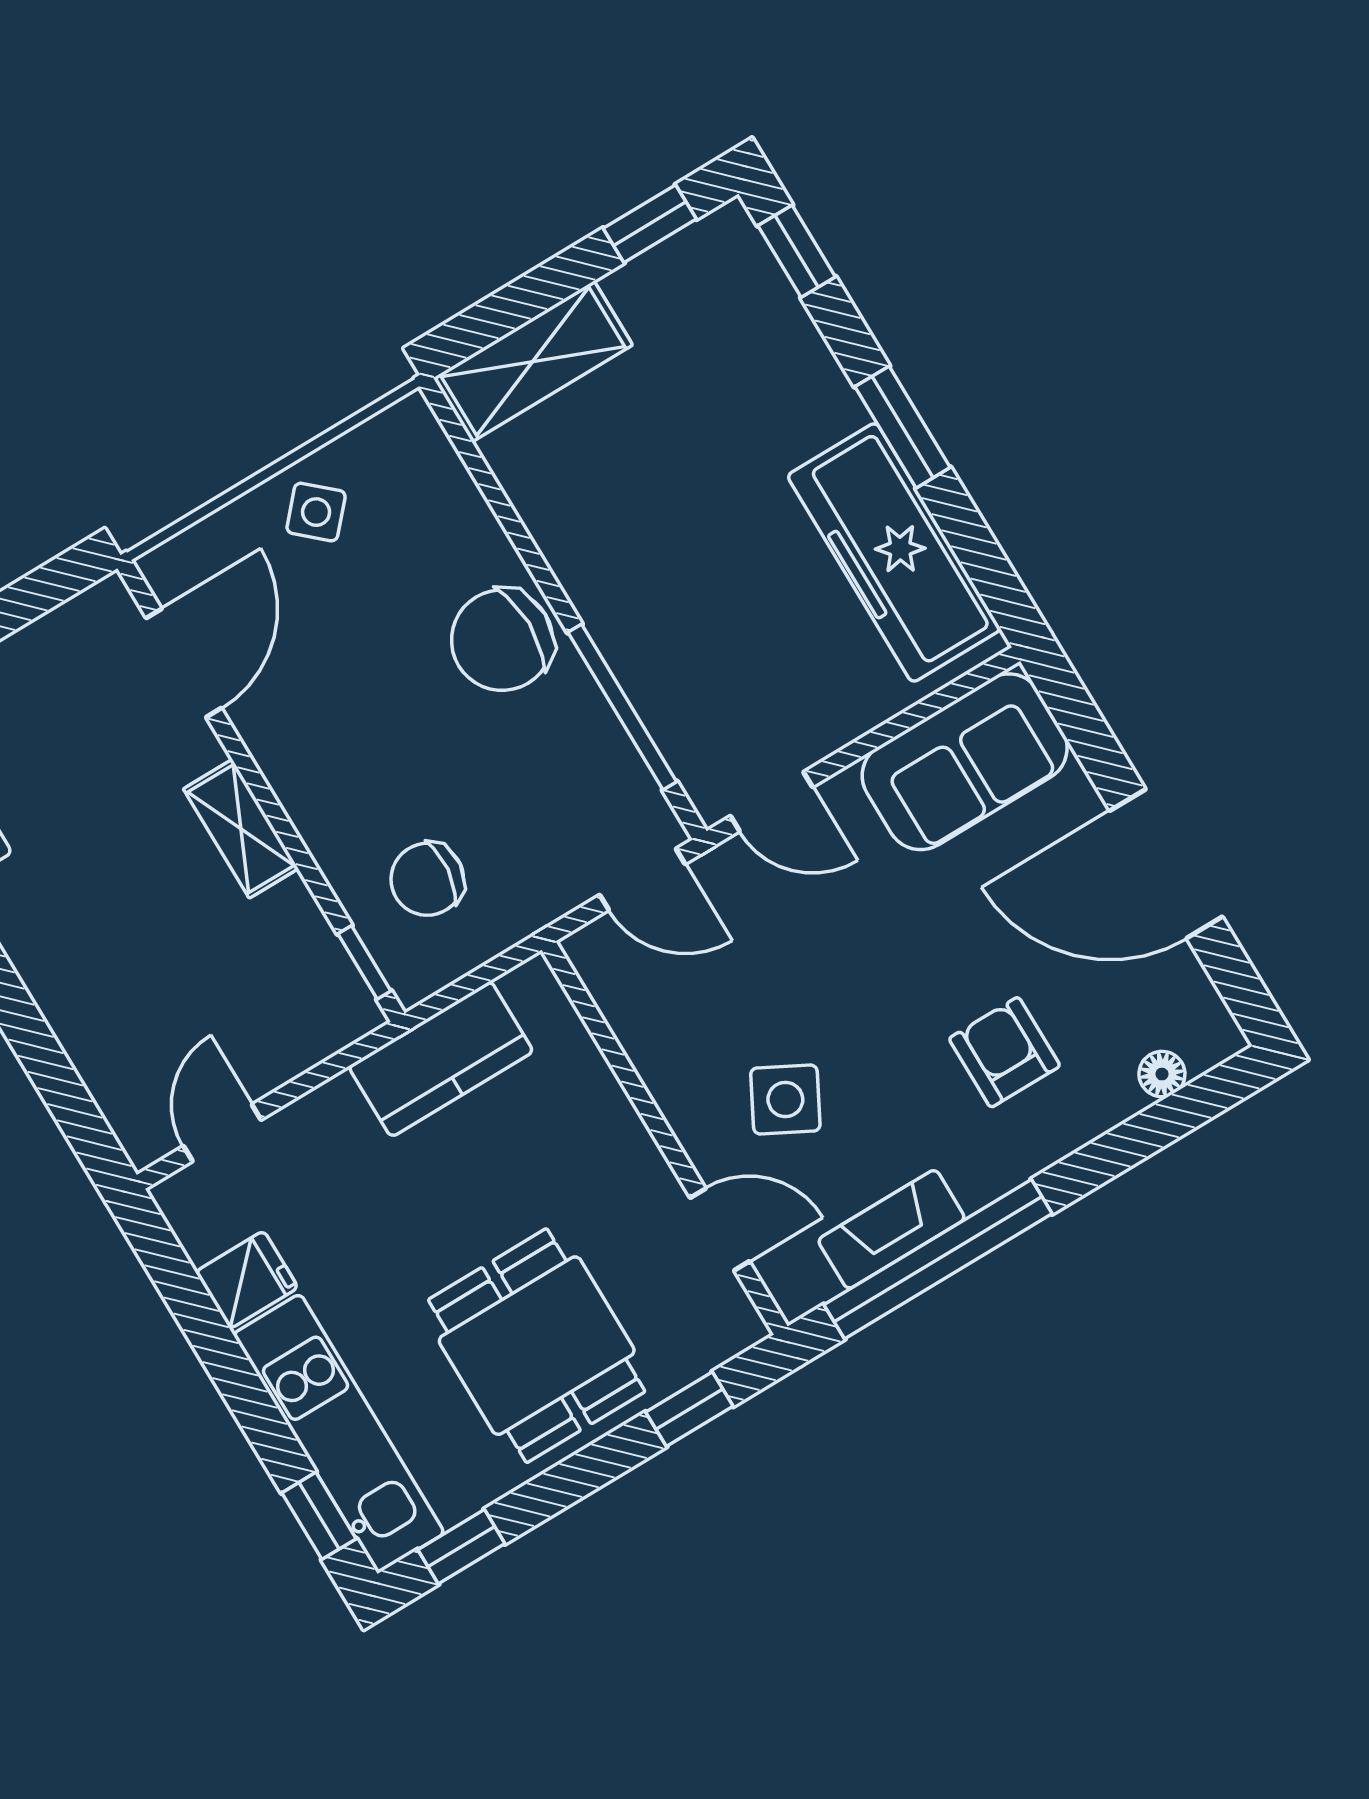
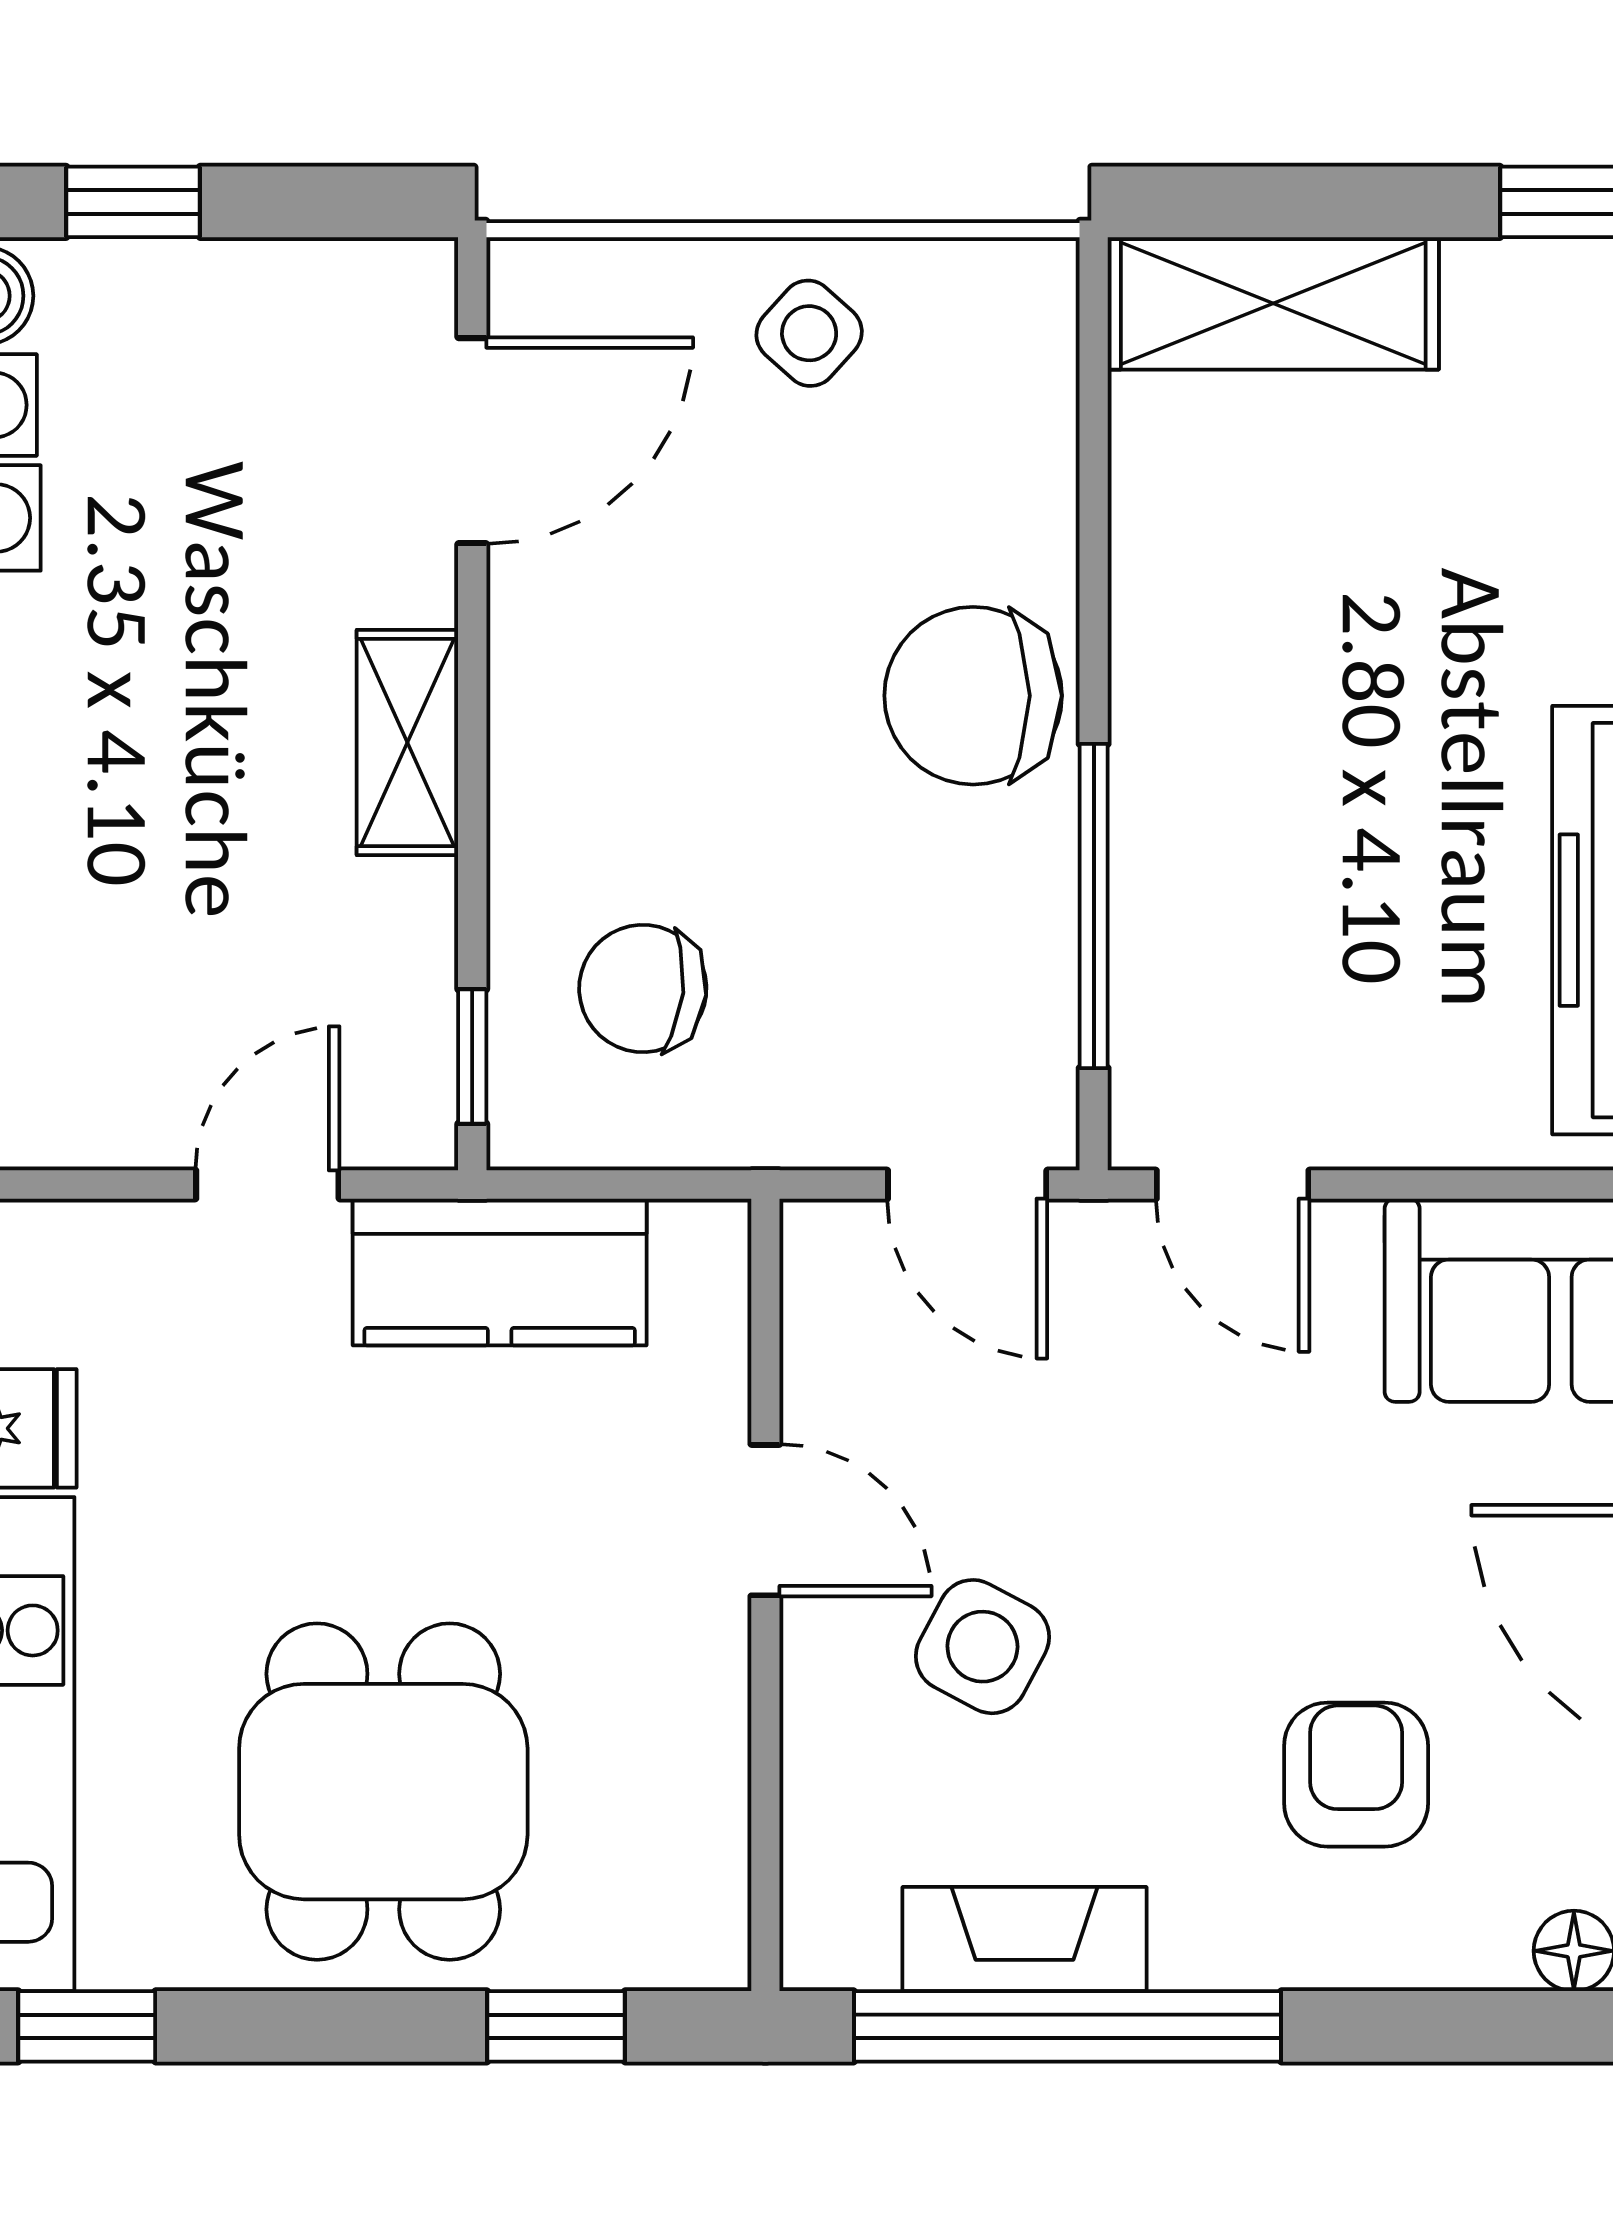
door: (222, 1133) -> (267, 1184), moved
door: (720, 1229) -> (765, 1520), moved

